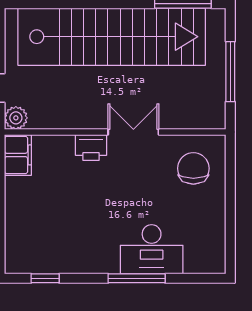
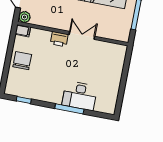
filing cabinet: (18, 155) -> (23, 31), width x0.50
chair: (193, 168) -> (22, 61), moved

